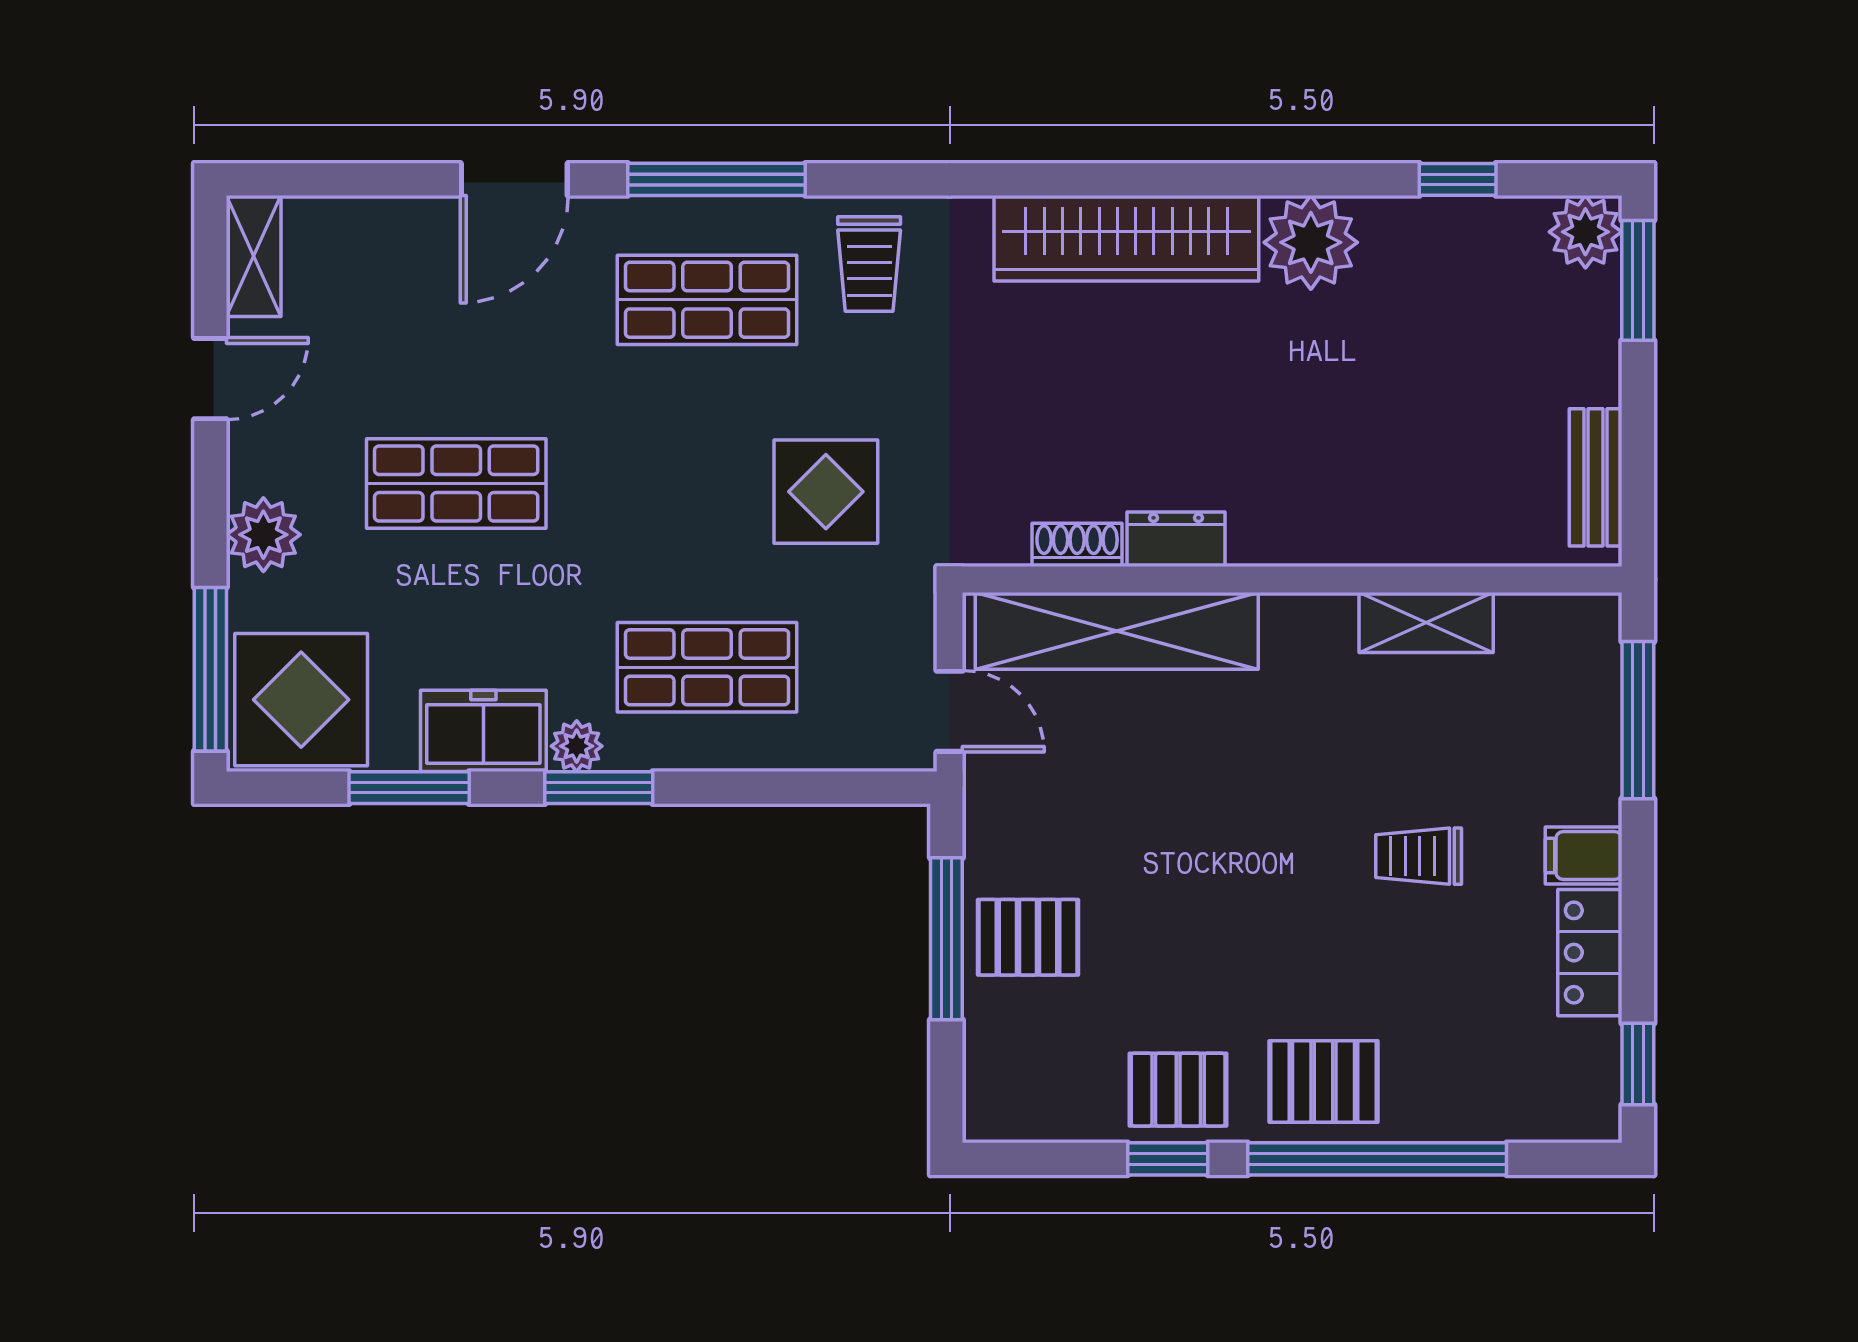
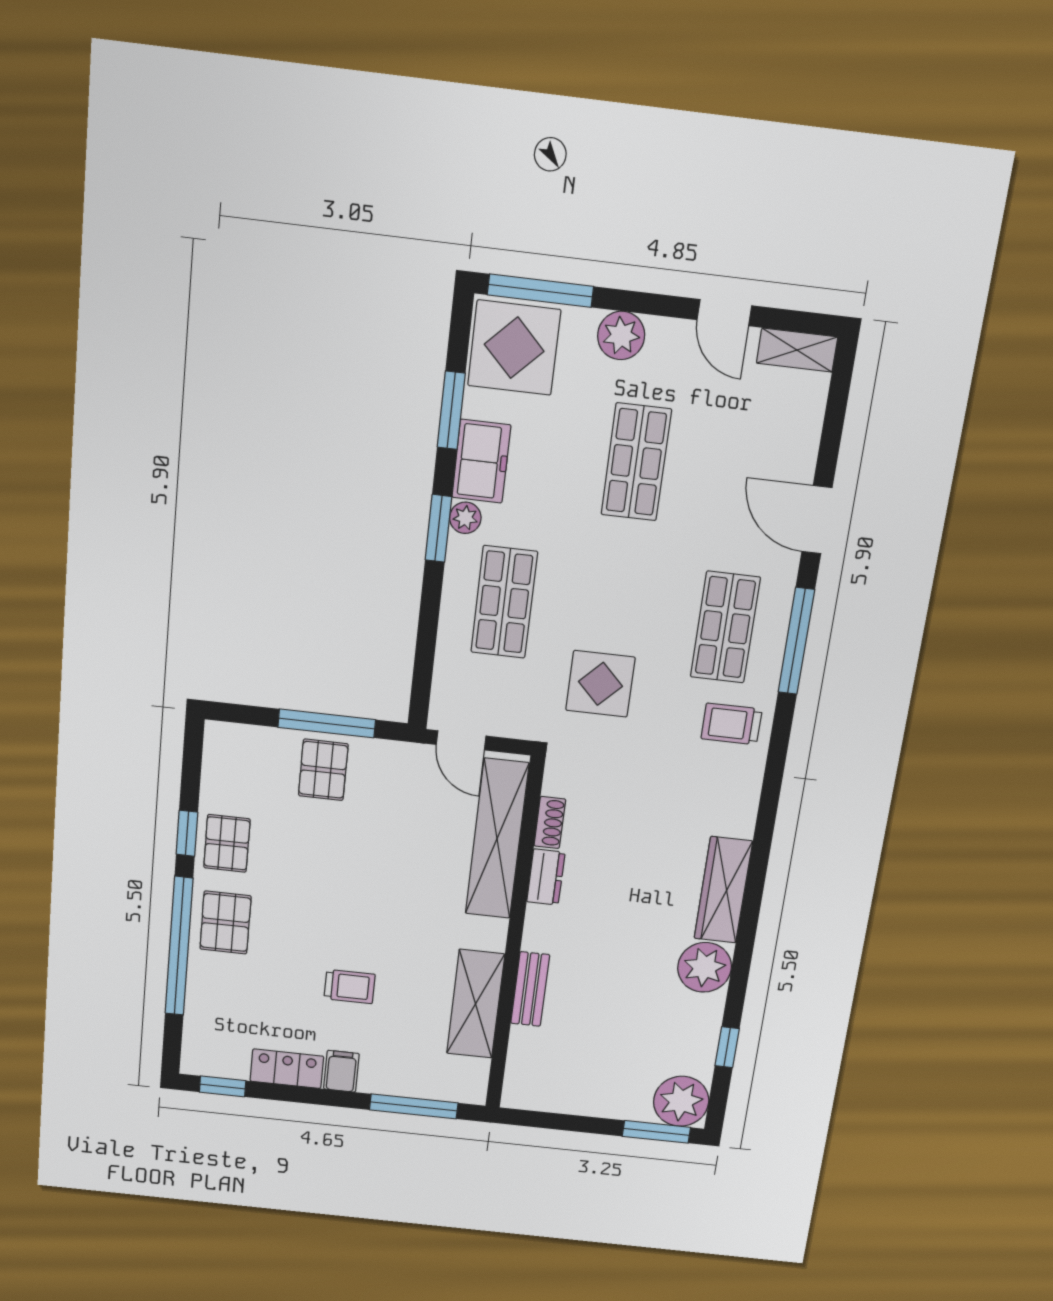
plant: (1585, 232) -> (681, 1101), width x1.36, depth x1.36
wardrobe: (1126, 238) -> (723, 890), width x0.71, depth x0.85
bench: (1596, 477) -> (530, 989), moved, turned 90
shelving: (1426, 622) -> (476, 1004), width x1.50, depth x1.33
door: (950, 711) -> (461, 740), hinge flipped
trolley: (1419, 856) -> (350, 986), turned 90

